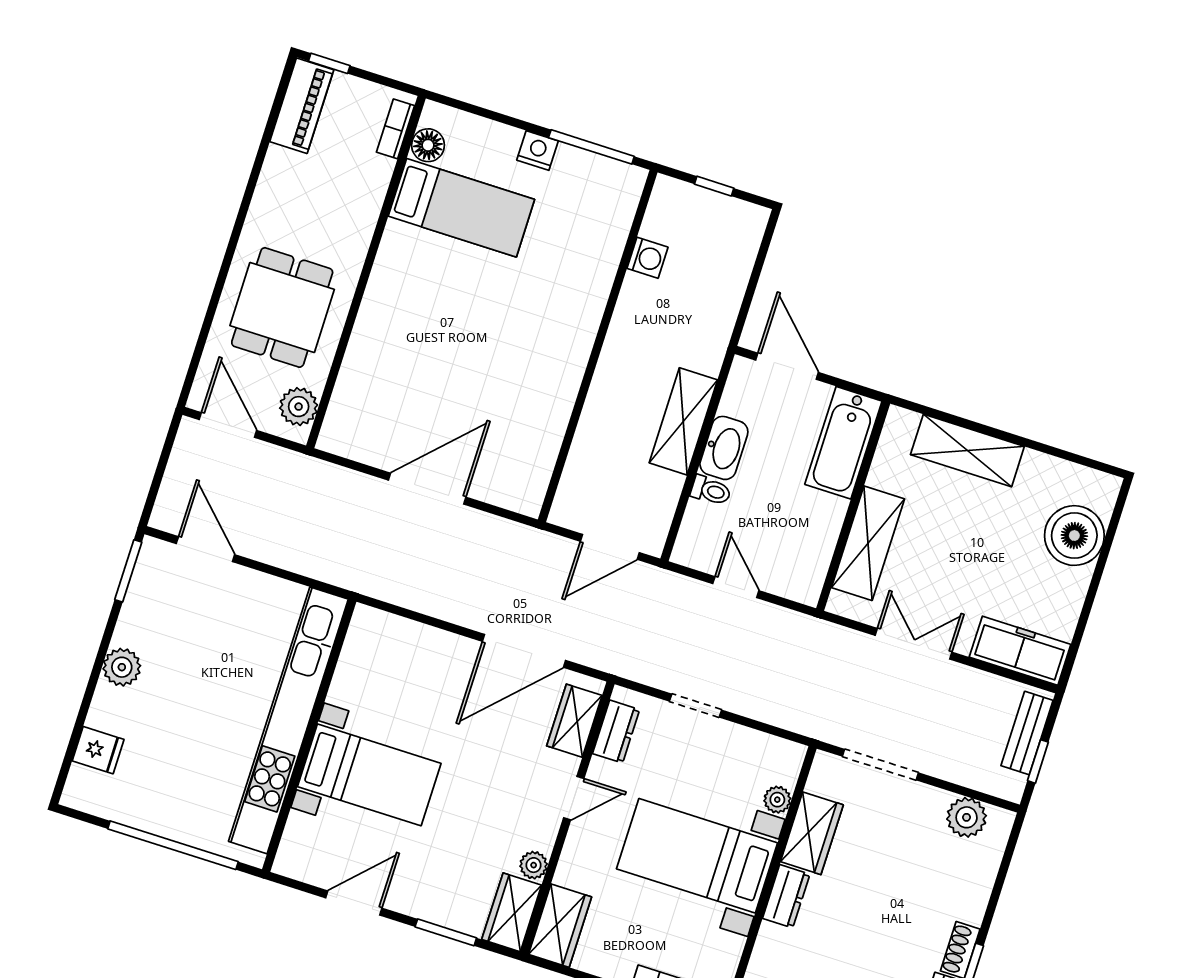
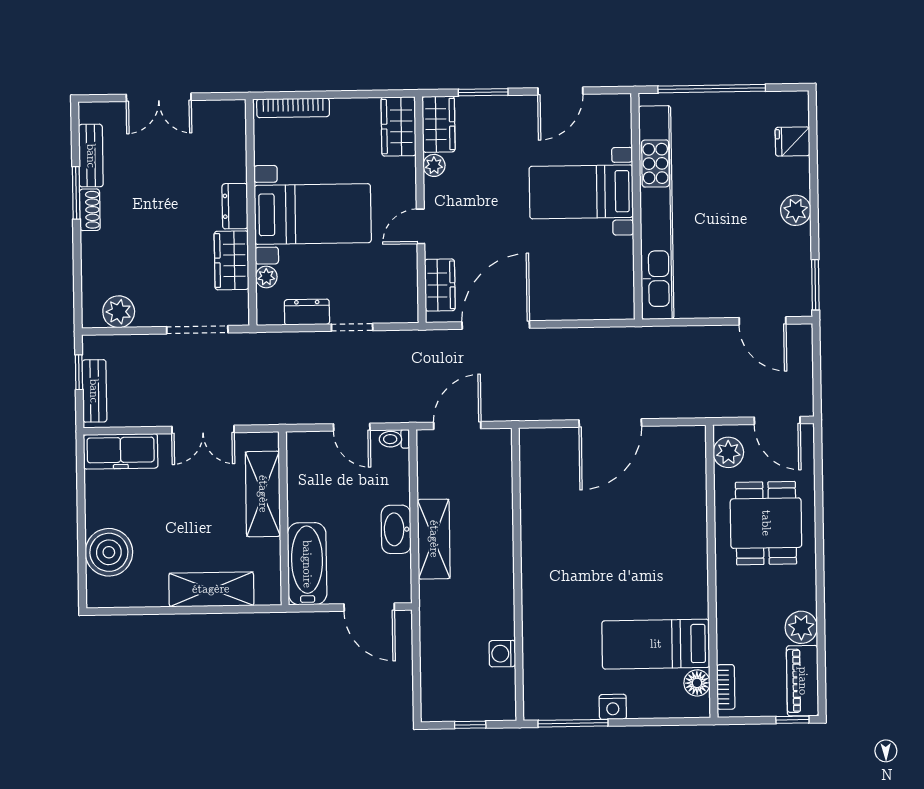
plant: (282, 170) -> (801, 627), added
toilet: (711, 491) -> (394, 439), moved
dresser: (616, 732) -> (307, 312), moved, turned 90

